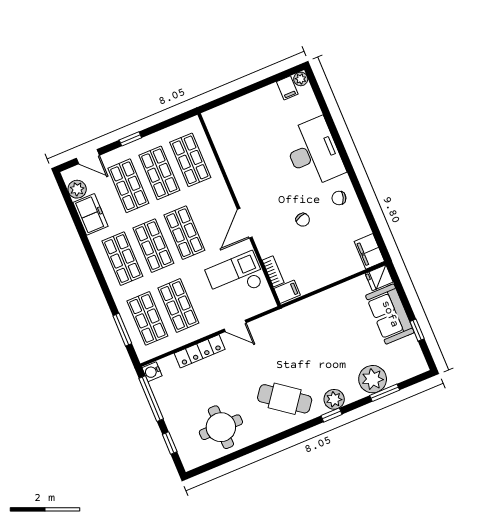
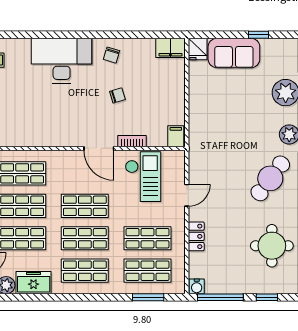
bookcase: (273, 271) -> (132, 141), moved
checkout: (236, 277) -> (143, 177), turned 180
locker: (200, 351) -> (196, 236), width x0.66

